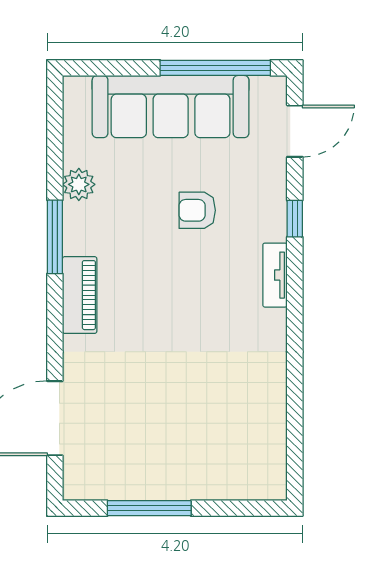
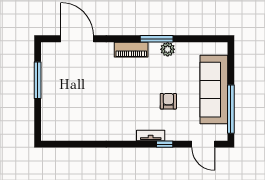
plant: (79, 184) -> (168, 49), moved
tv unit: (275, 275) -> (151, 135), moved

